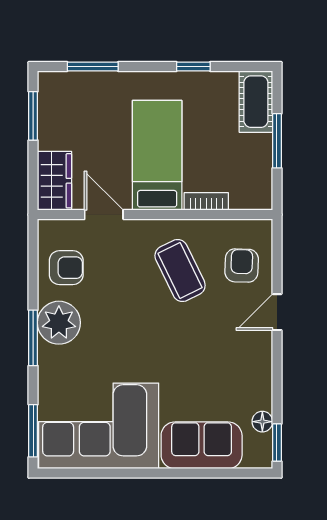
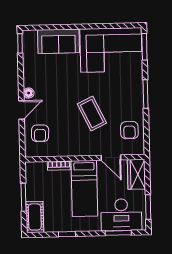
desk: (86, 102) -> (121, 215), added
armchair: (66, 268) -> (129, 130), turned -90
coffee table: (180, 270) -> (92, 114), moved
plant: (59, 323) -> (133, 102), removed
floor lamp: (262, 422) -> (29, 93), moved

